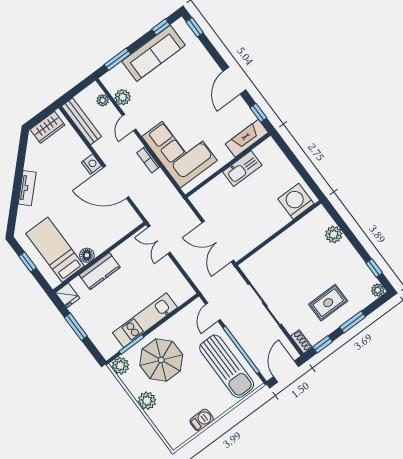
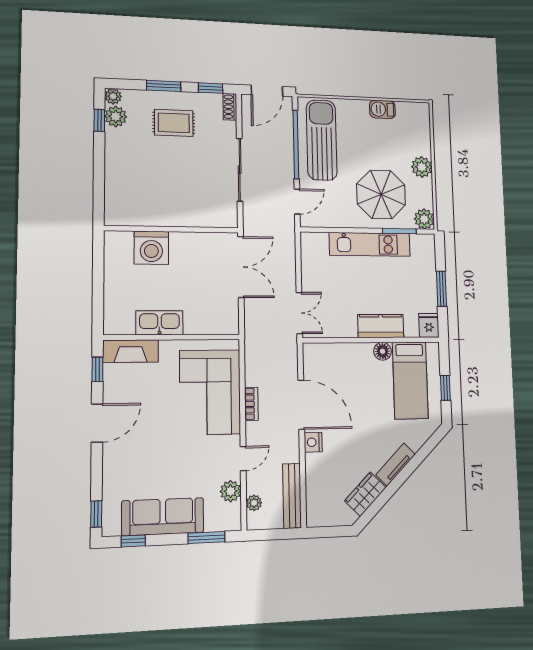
wardrobe: (47, 127) -> (365, 494), moved, turned -45
washing machine: (296, 201) -> (151, 248), moved
plant: (334, 234) -> (116, 117), moved

